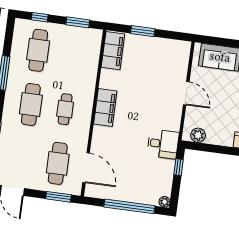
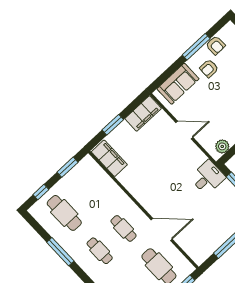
cafe table: (31, 105) -> (100, 251), width x0.73, depth x0.74
filing cabinet: (105, 107) -> (143, 114), moved, turned 90
door: (86, 168) -> (162, 229), moved

